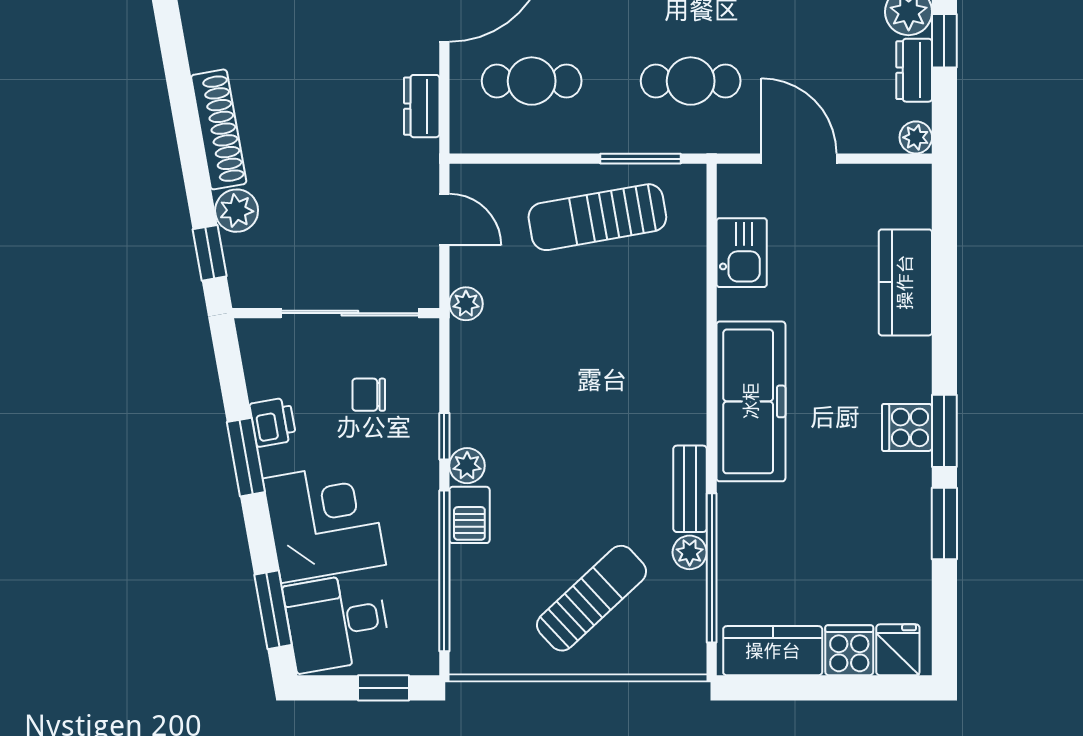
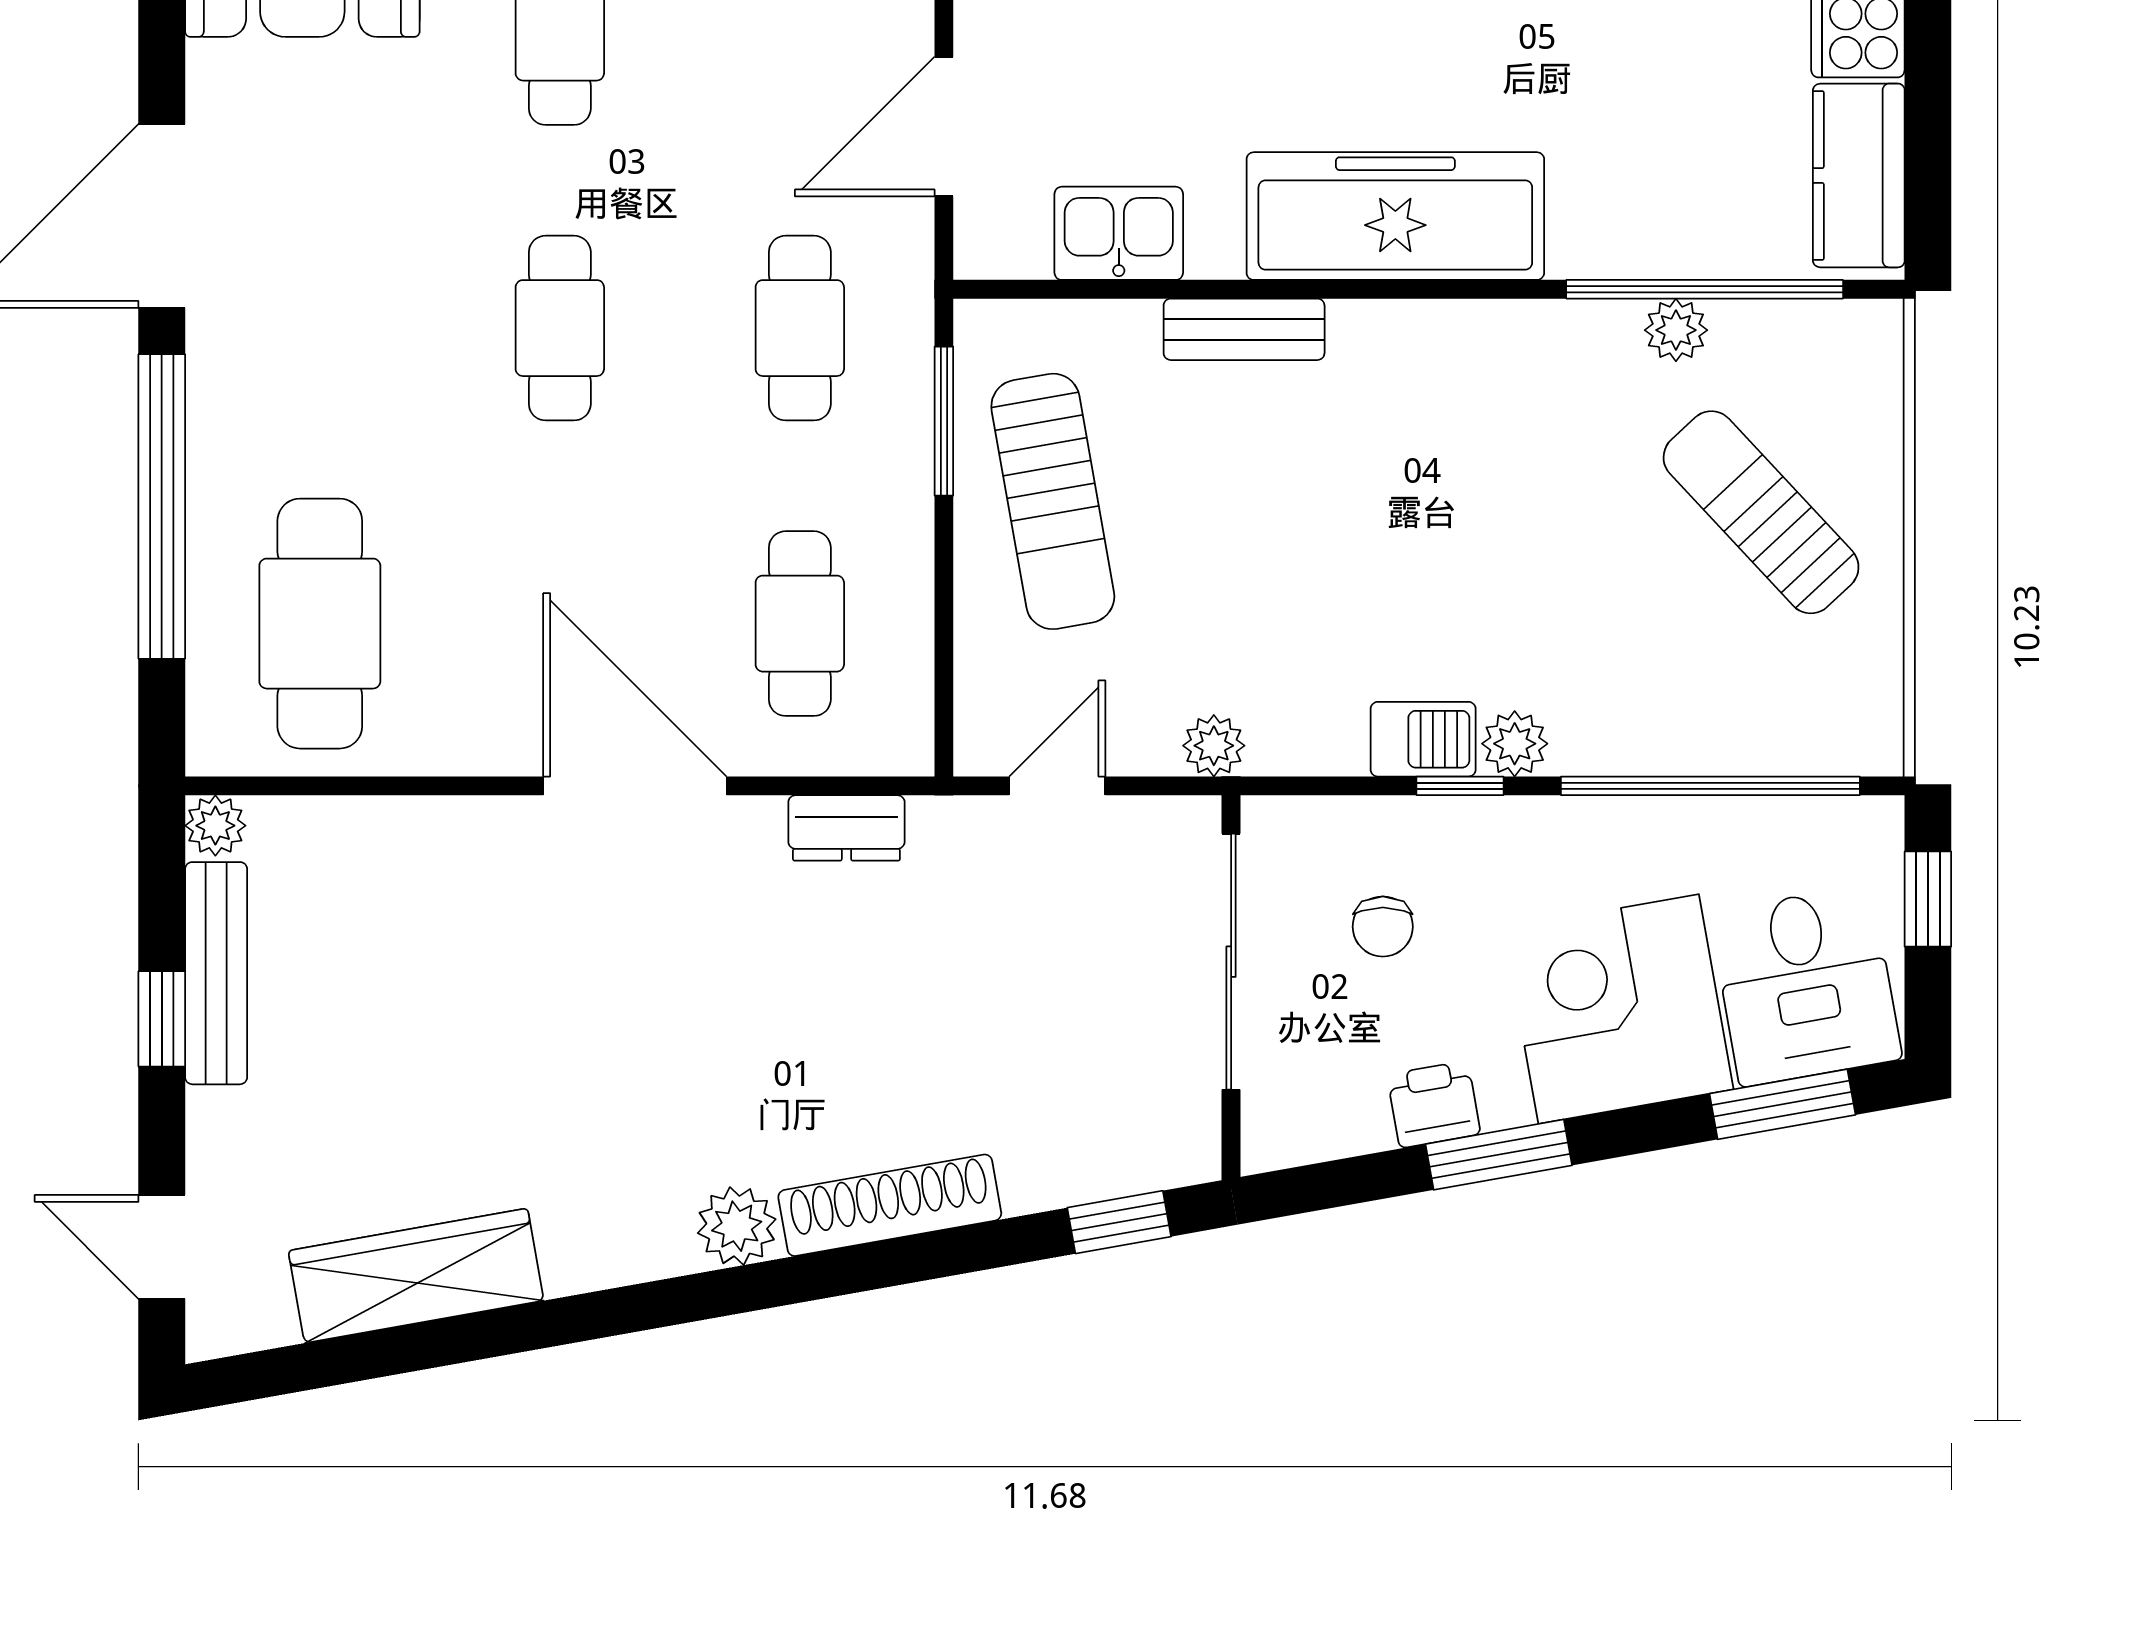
plant: (237, 211) -> (737, 1226), moved
bench: (690, 489) -> (1244, 329), moved
barbecue: (469, 515) -> (1423, 739), moved

